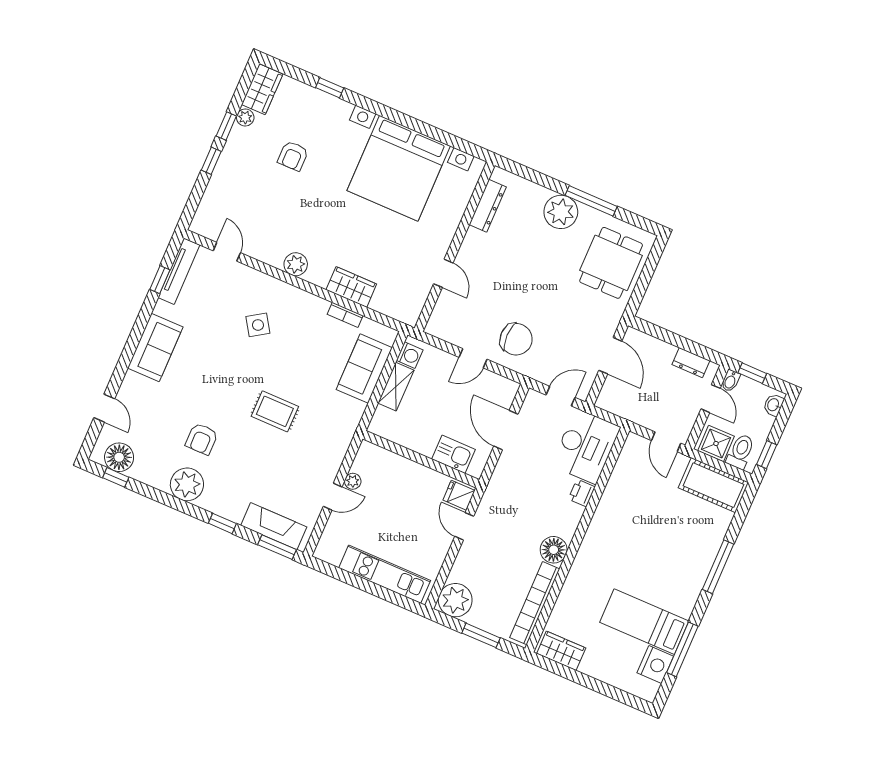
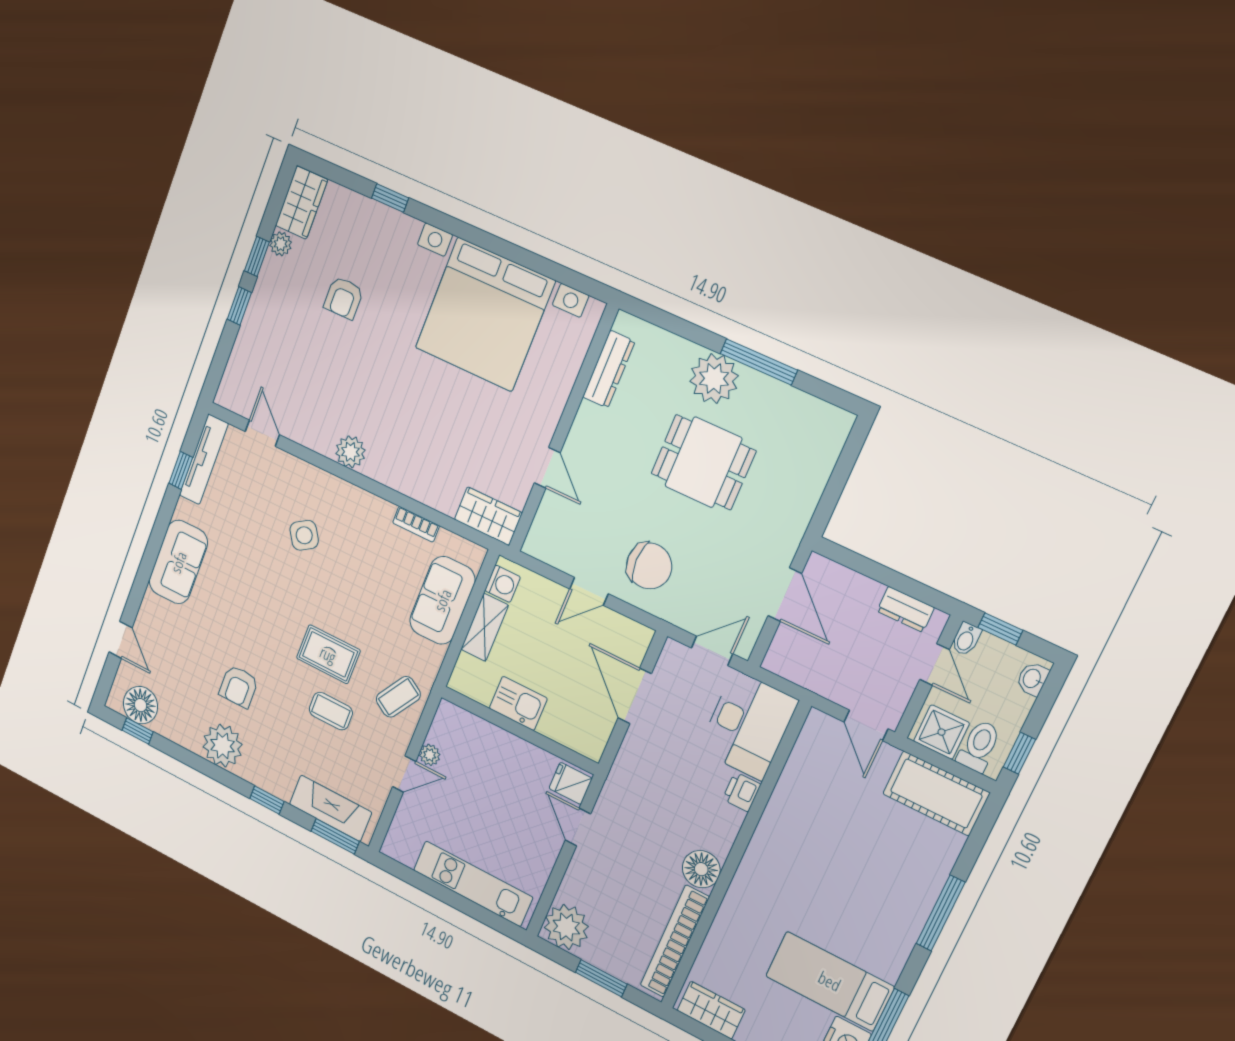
dining table: (611, 263) -> (703, 462), moved, turned 90
wardrobe: (351, 287) -> (488, 516), moved
coffee table: (329, 440) -> (398, 697), added
coffee table: (276, 453) -> (331, 711), added
kitchen sink: (454, 454) -> (518, 703), moved

